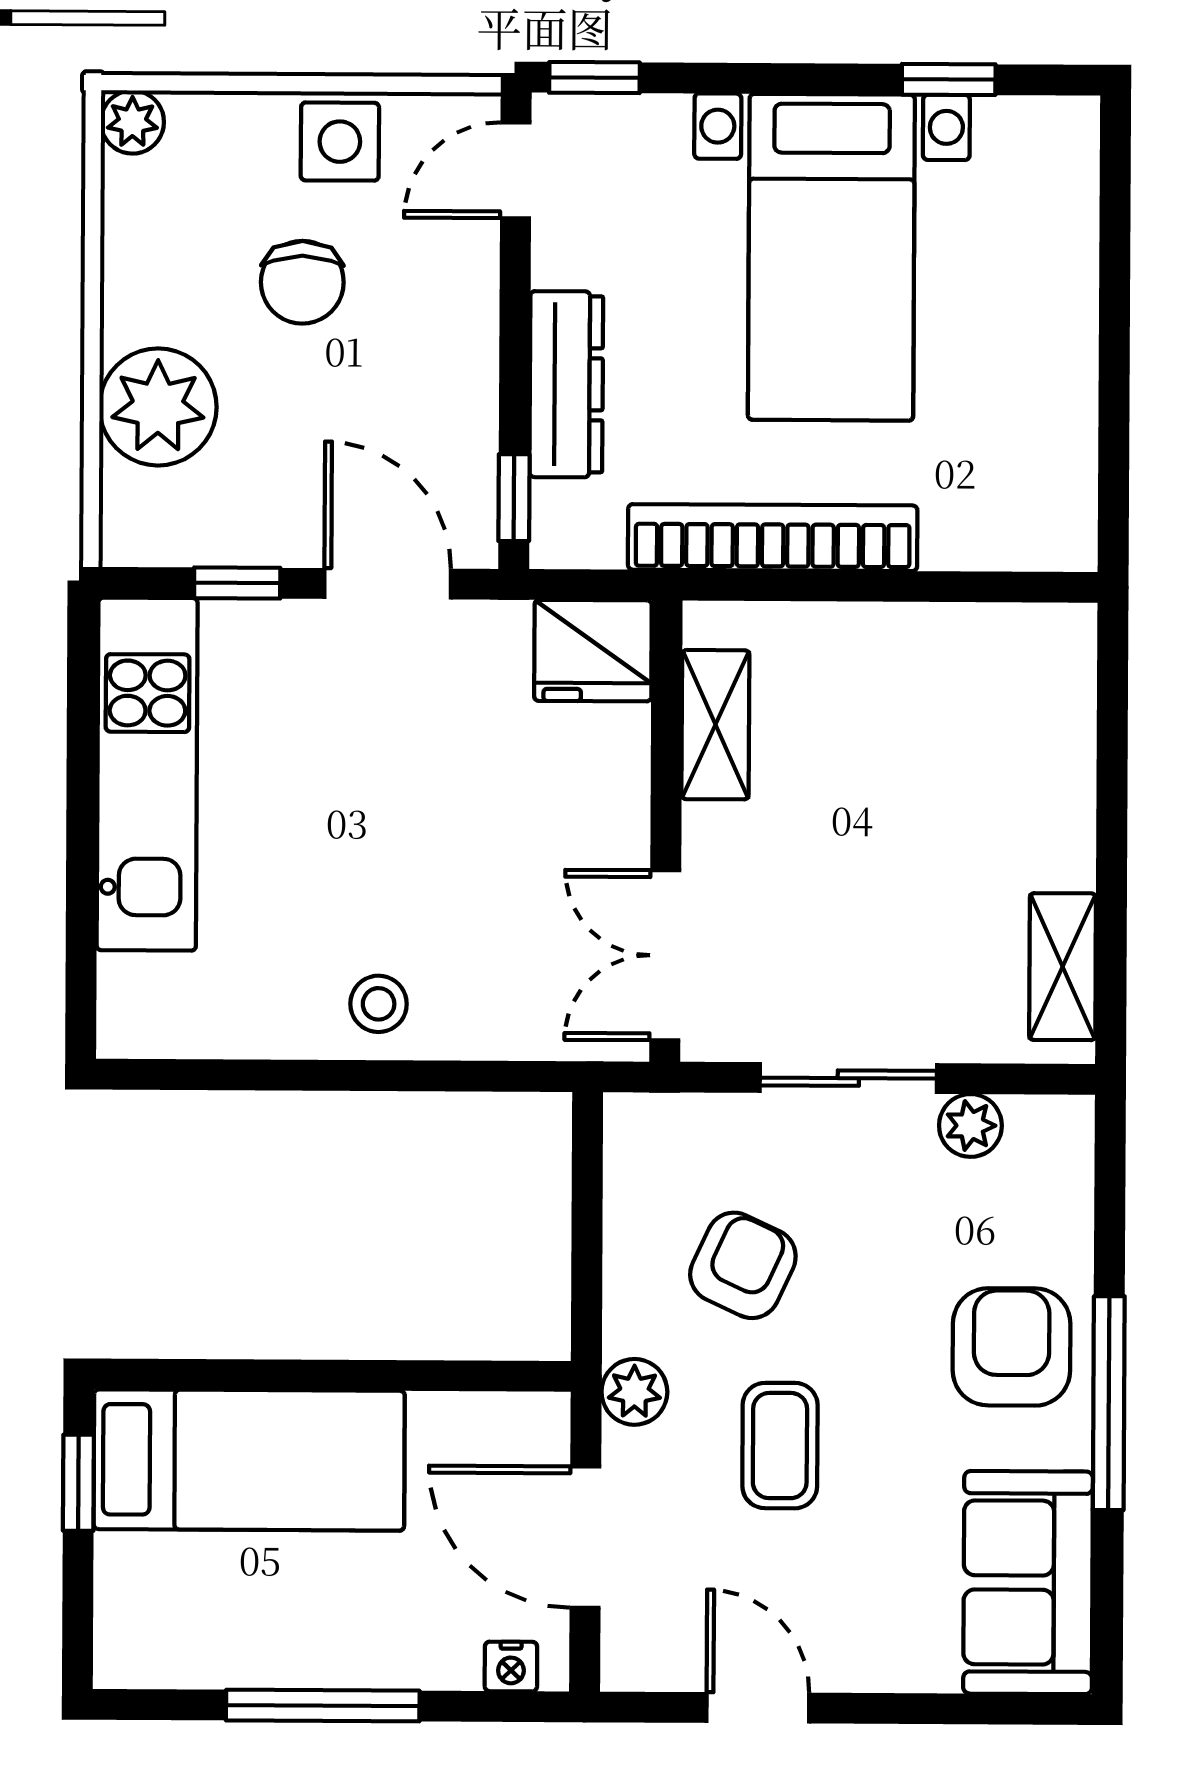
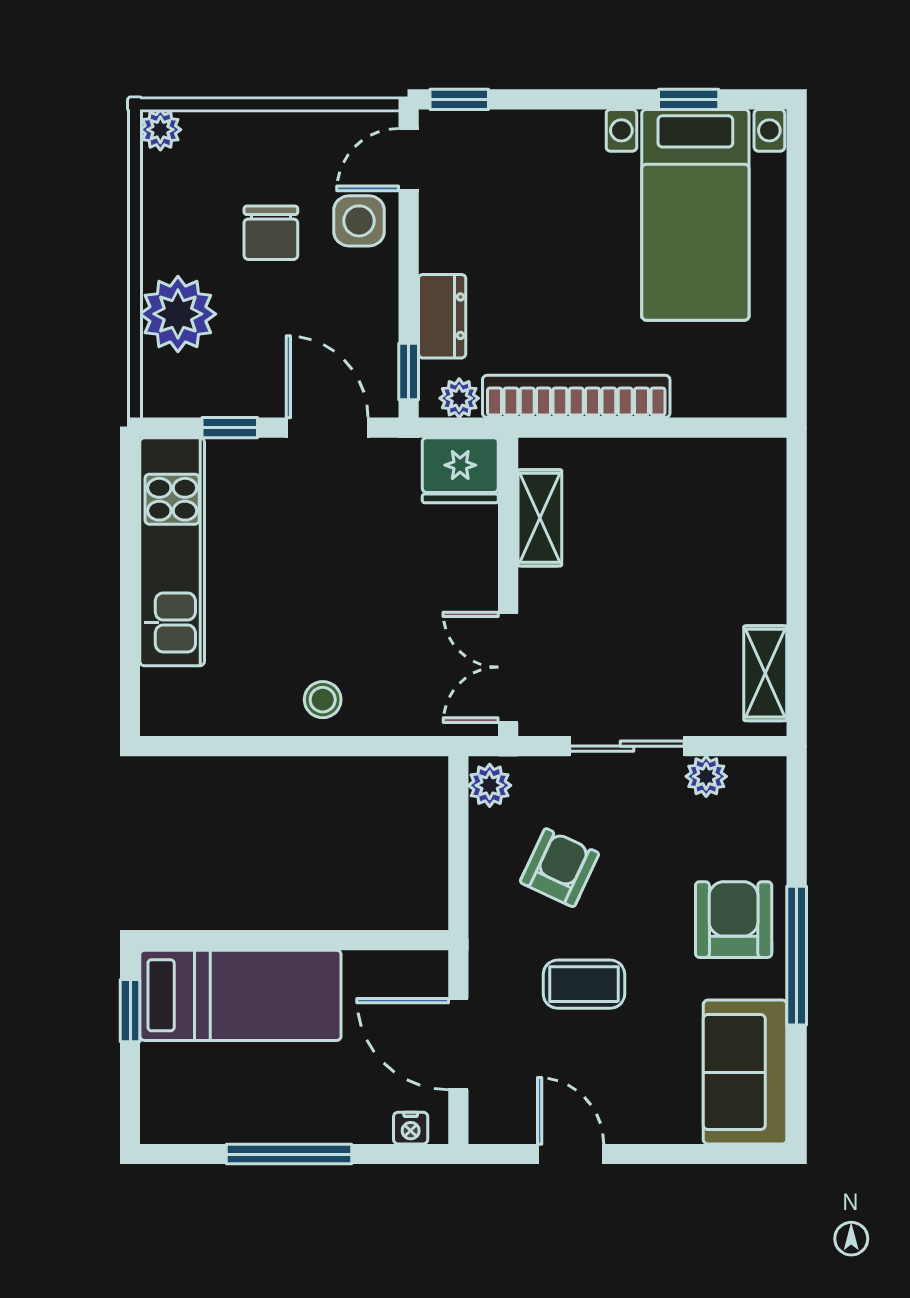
side table: (340, 142) -> (359, 221), moved
bed with nightstands: (831, 257) -> (695, 215), moved
dresser: (566, 384) -> (442, 316), width x0.70
plant: (592, 539) -> (459, 398), added
plant: (634, 1392) -> (490, 785), moved
coffee table: (780, 1446) -> (584, 984), turned 90

